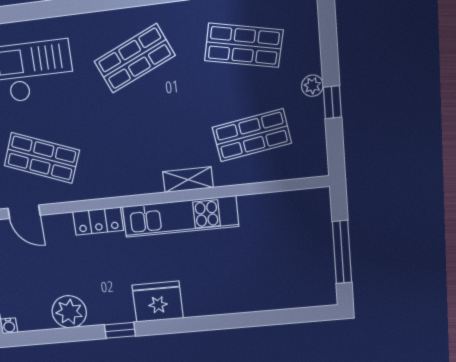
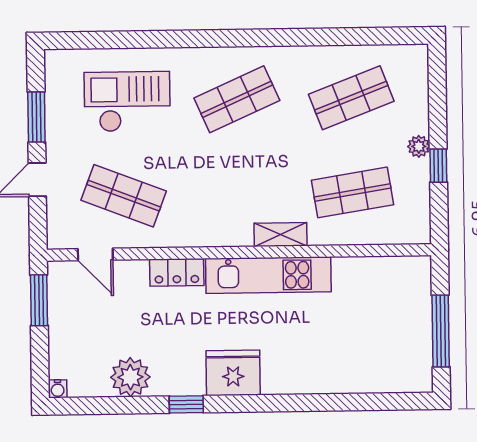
shop shelf: (244, 45) -> (351, 98), turned -33

